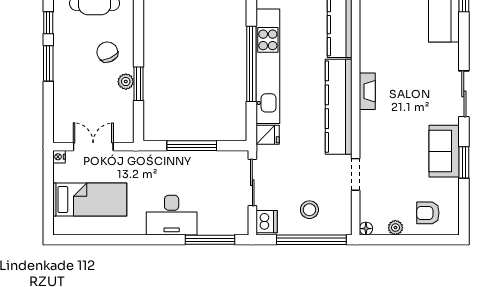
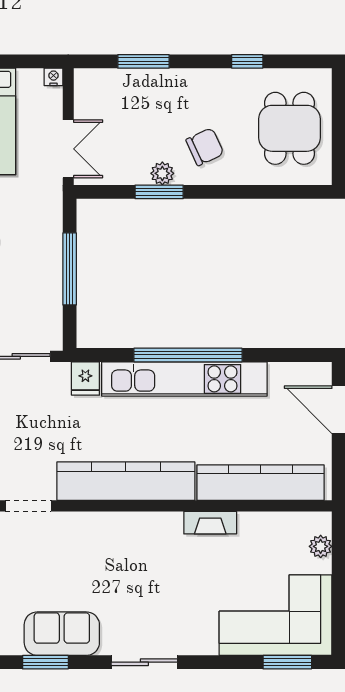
window: (48, 63) -> (143, 61), moved
fireplace: (367, 91) -> (210, 523), moved
double door: (93, 147) -> (68, 149), moved

